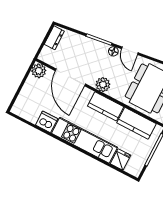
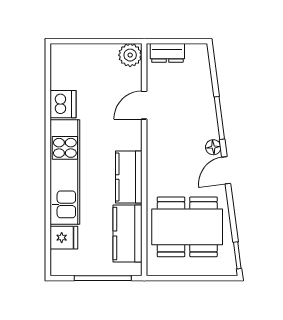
dresser: (54, 38) -> (167, 53), moved
door: (70, 77) -> (144, 105), width x0.53
plant: (103, 85) -> (158, 157), removed

